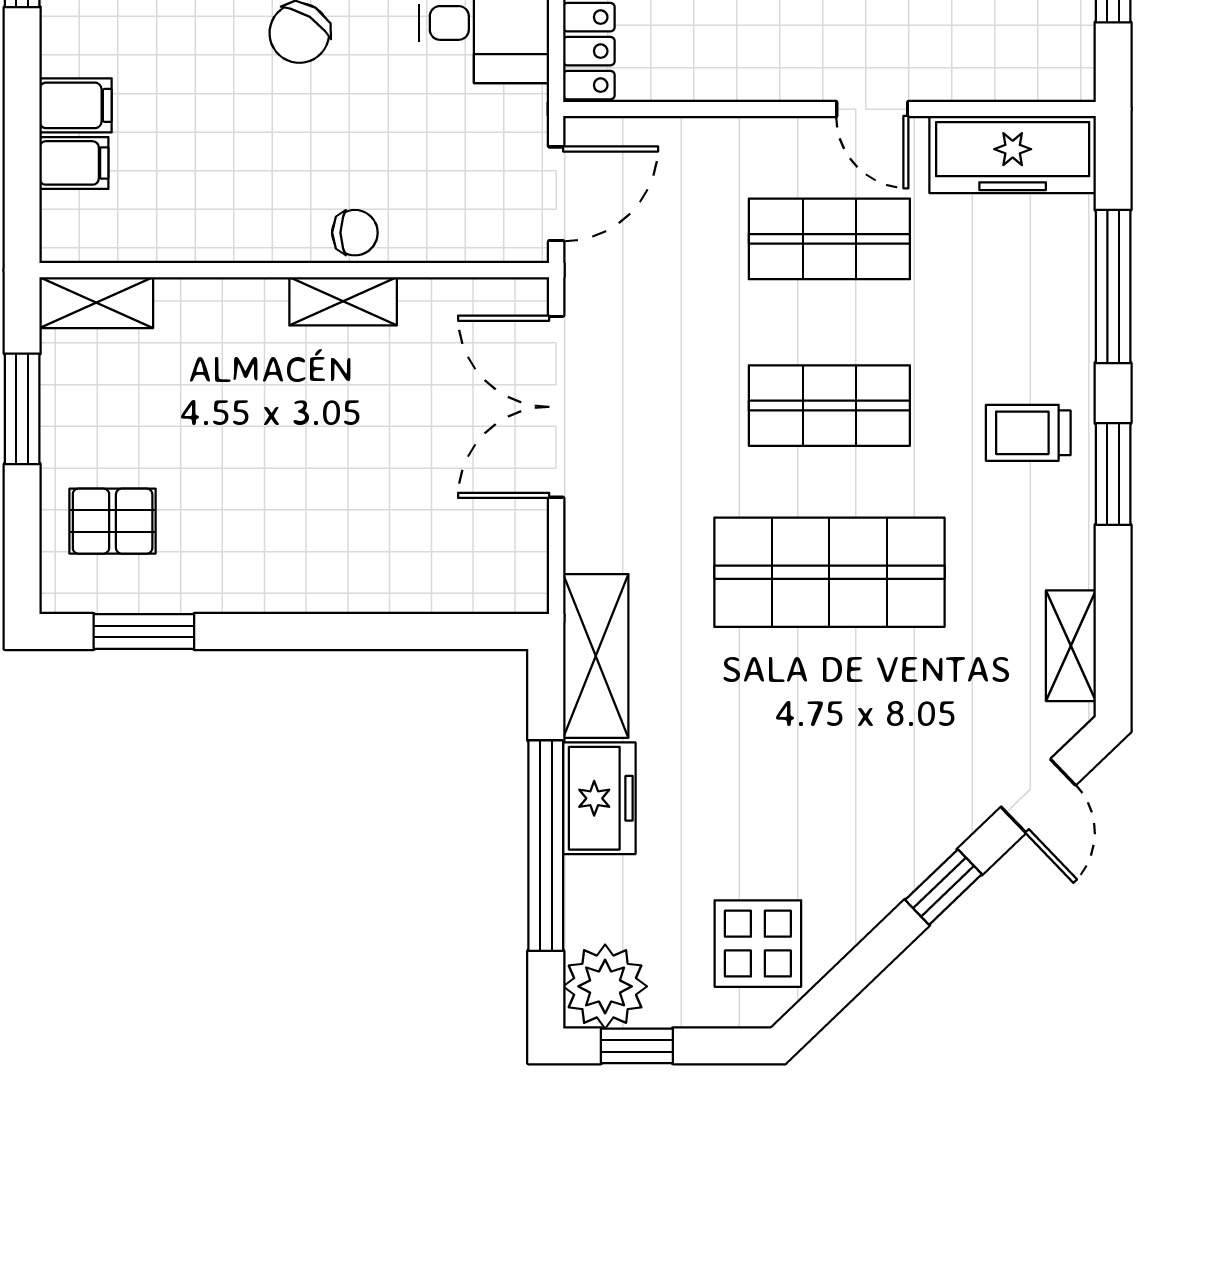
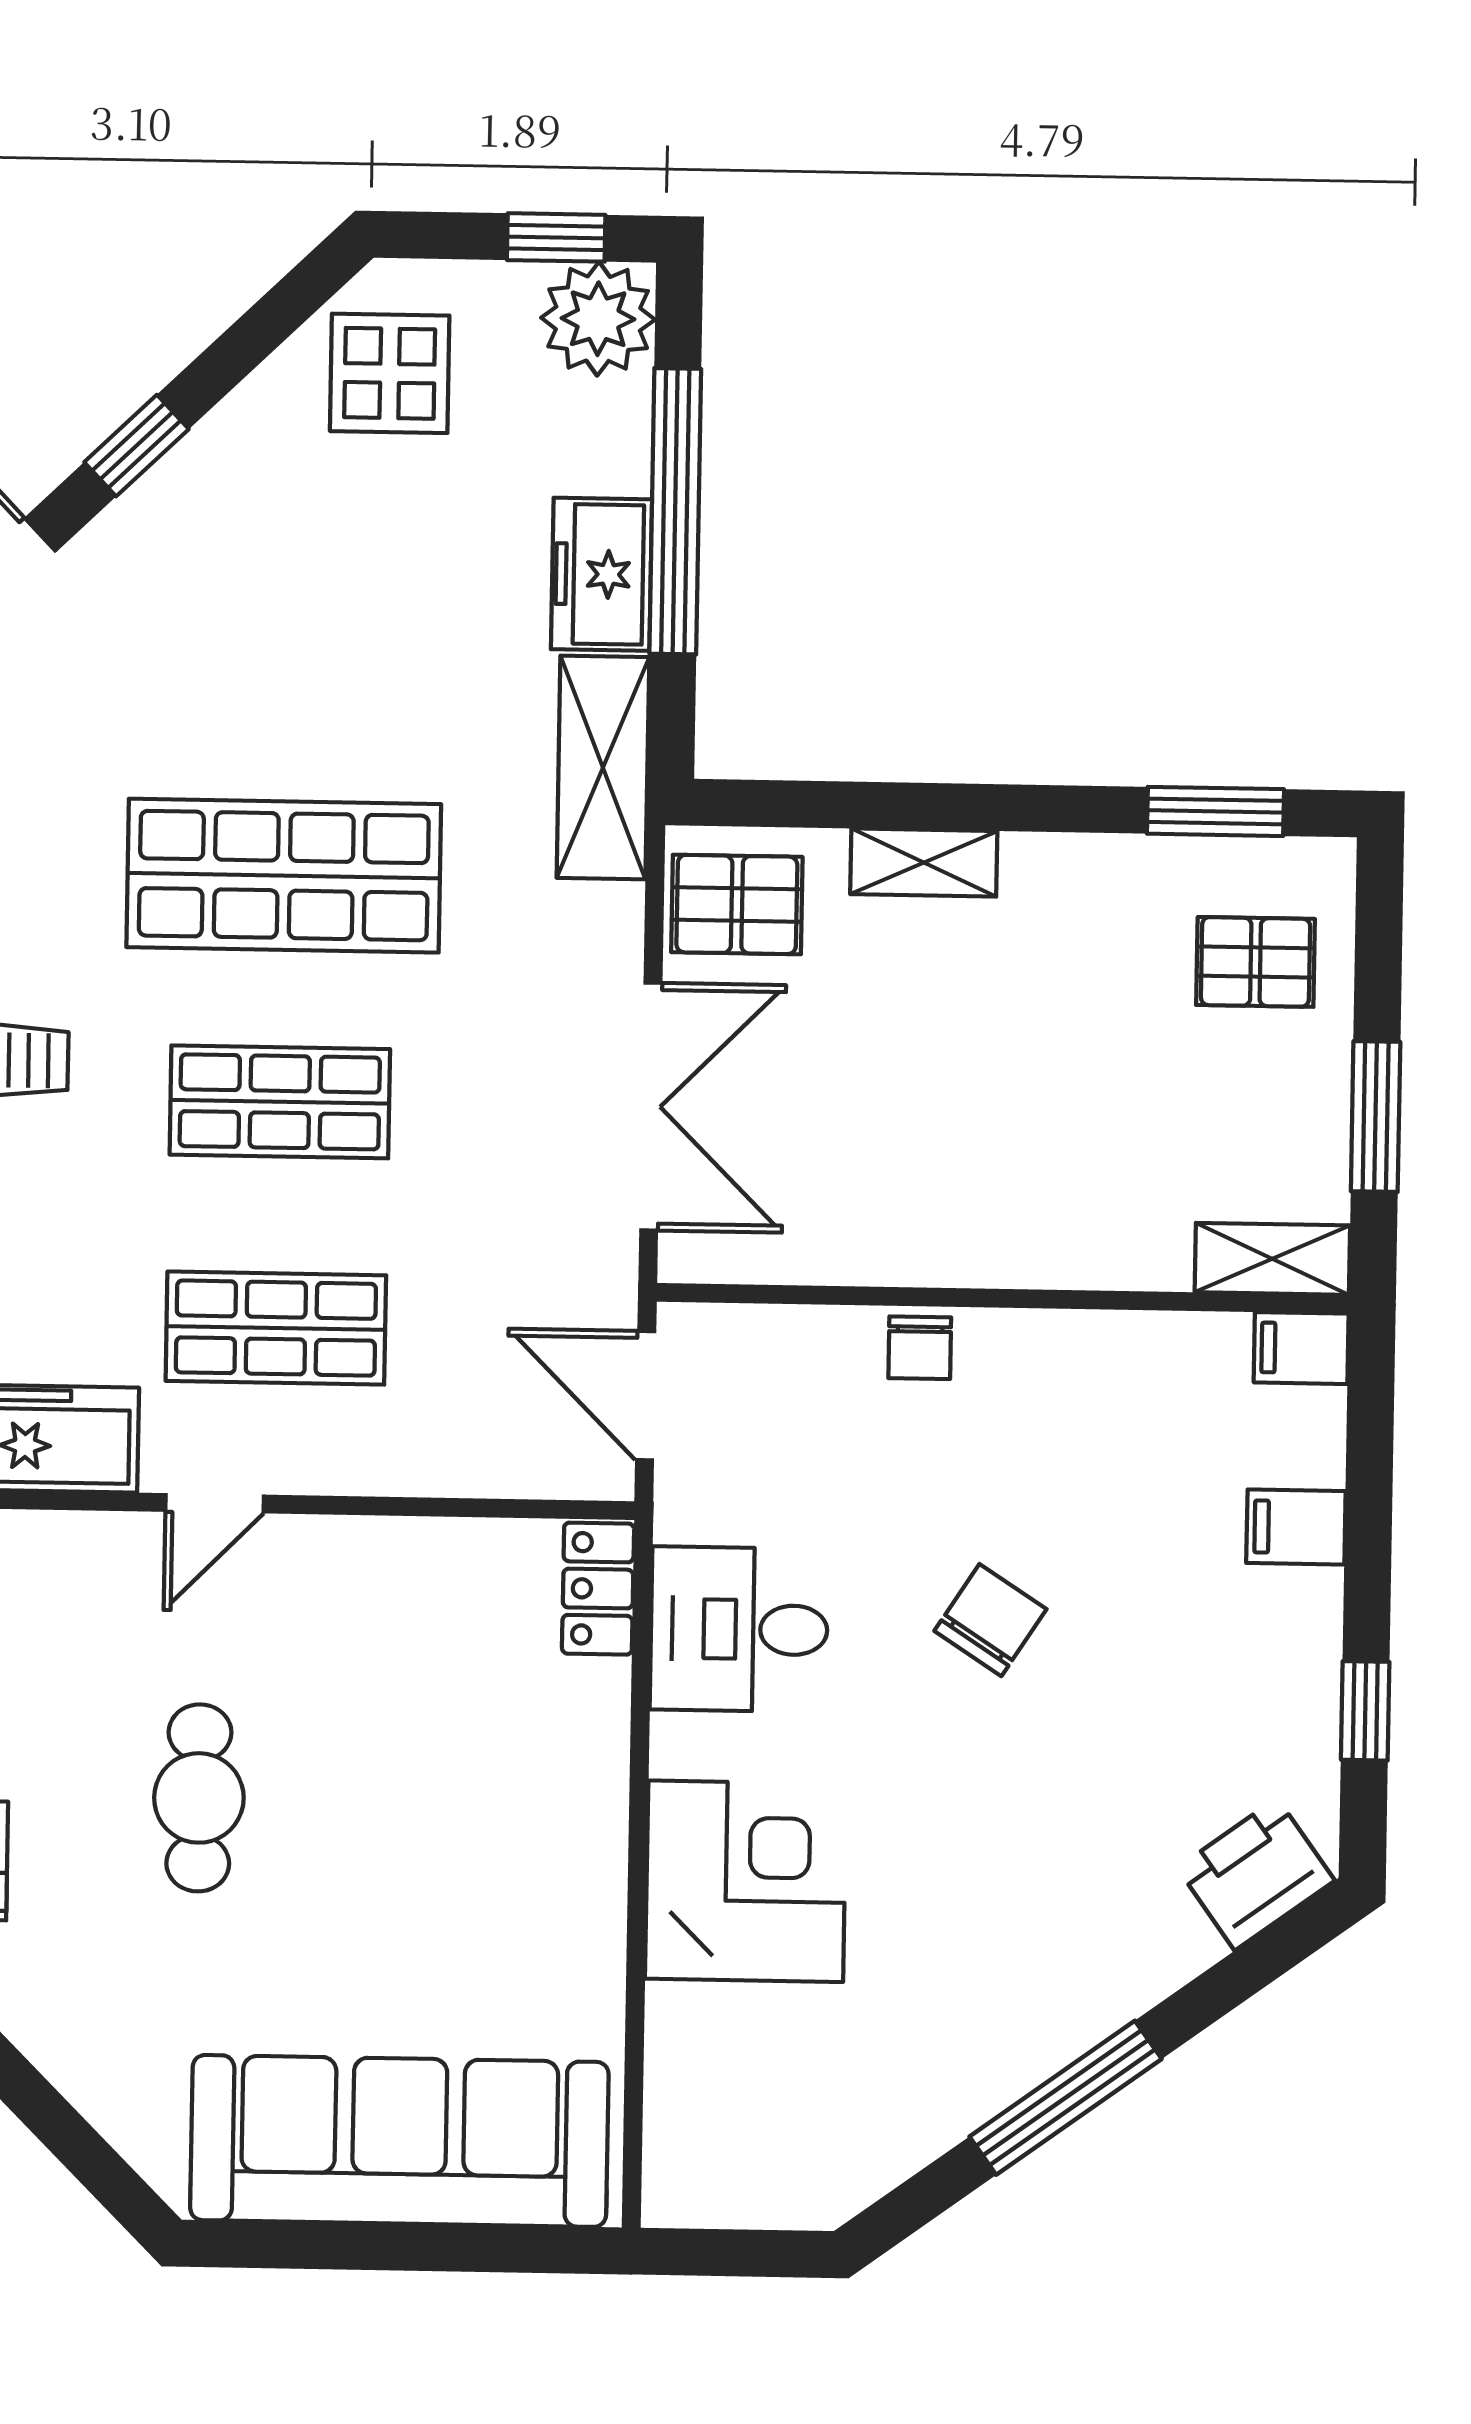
door: (872, 109) -> (215, 1503), swing flipped
filing cabinet: (74, 163) -> (1301, 1348), moved
door: (556, 194) -> (646, 1396), hinge flipped
chair: (355, 233) -> (920, 1348), turned -90
shelving: (343, 301) -> (924, 863), moved
pallet: (495, 557) -> (737, 904), added

